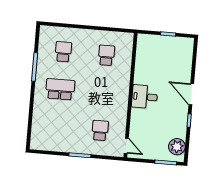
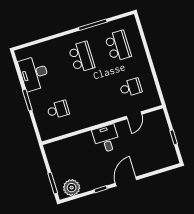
school desk: (63, 52) -> (118, 46), width x1.85
desk: (58, 139) -> (34, 73), added
door: (126, 146) -> (134, 115), moved

